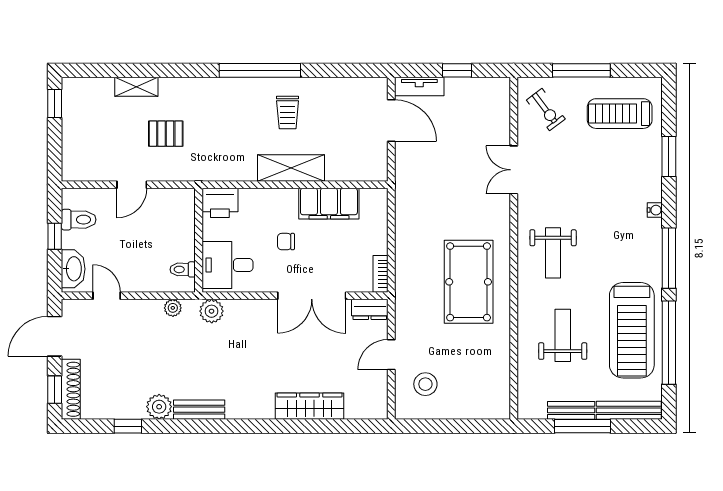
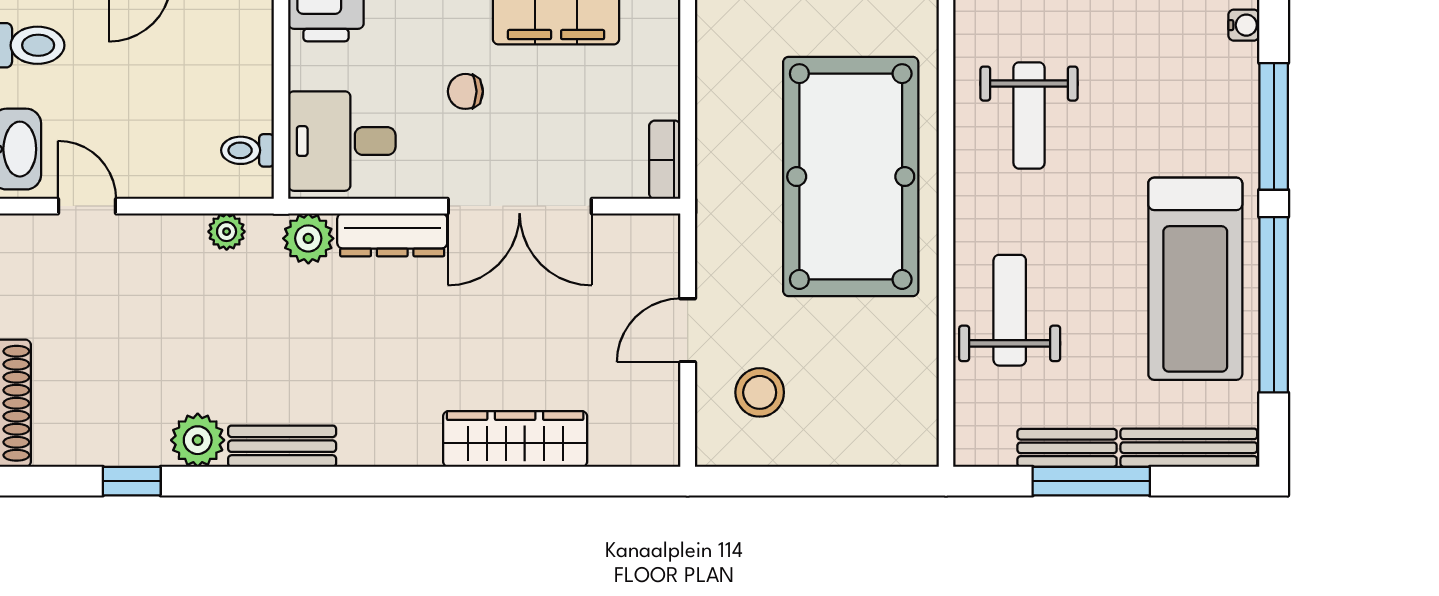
pool table: (469, 282) -> (851, 177), width x1.36, depth x1.32
dresser: (370, 309) -> (392, 235), moved, width x1.44
weight bench: (563, 335) -> (1010, 310), moved

